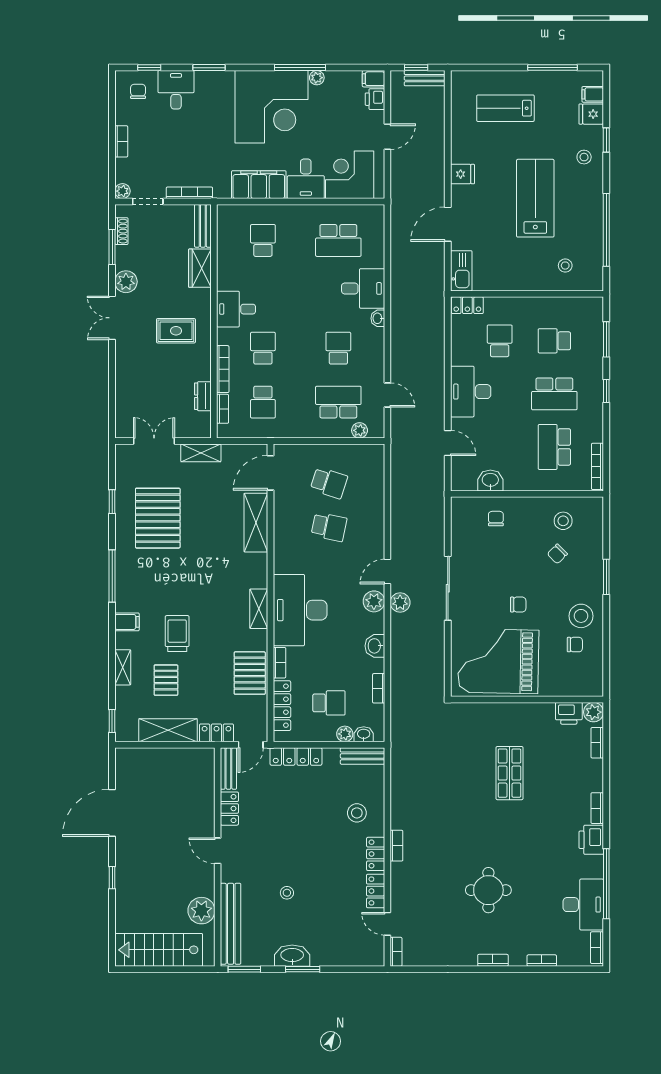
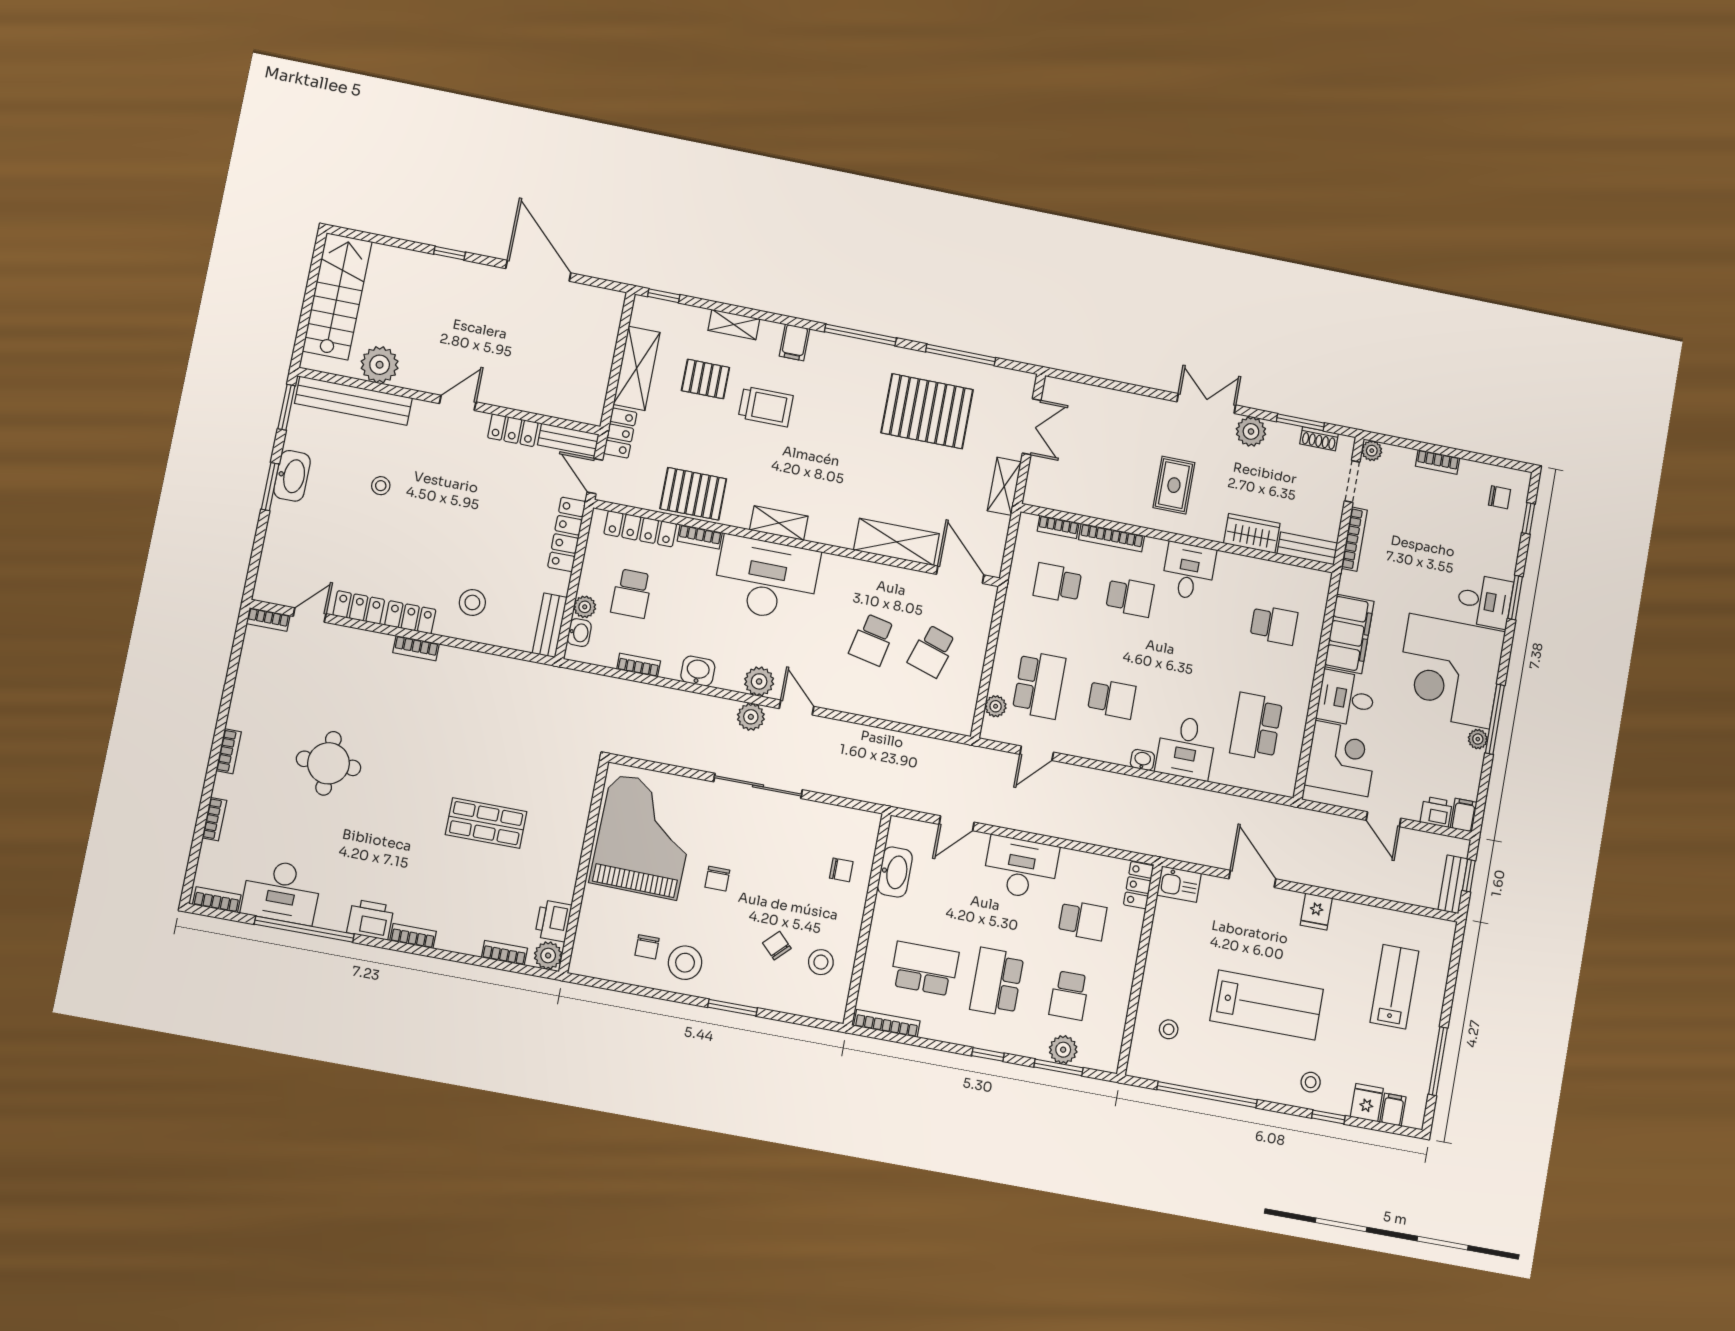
desk: (176, 90) -> (1484, 601), moved
kitchen sink: (461, 271) -> (1179, 884), width x0.73
plant: (593, 338) -> (1063, 1050), added
school desk: (554, 341) -> (1069, 995), turned 180
dresser: (203, 396) -> (1080, 504), removed
washbasin: (490, 480) -> (895, 872), width x1.38
window: (112, 502) -> (961, 355), width x2.17

